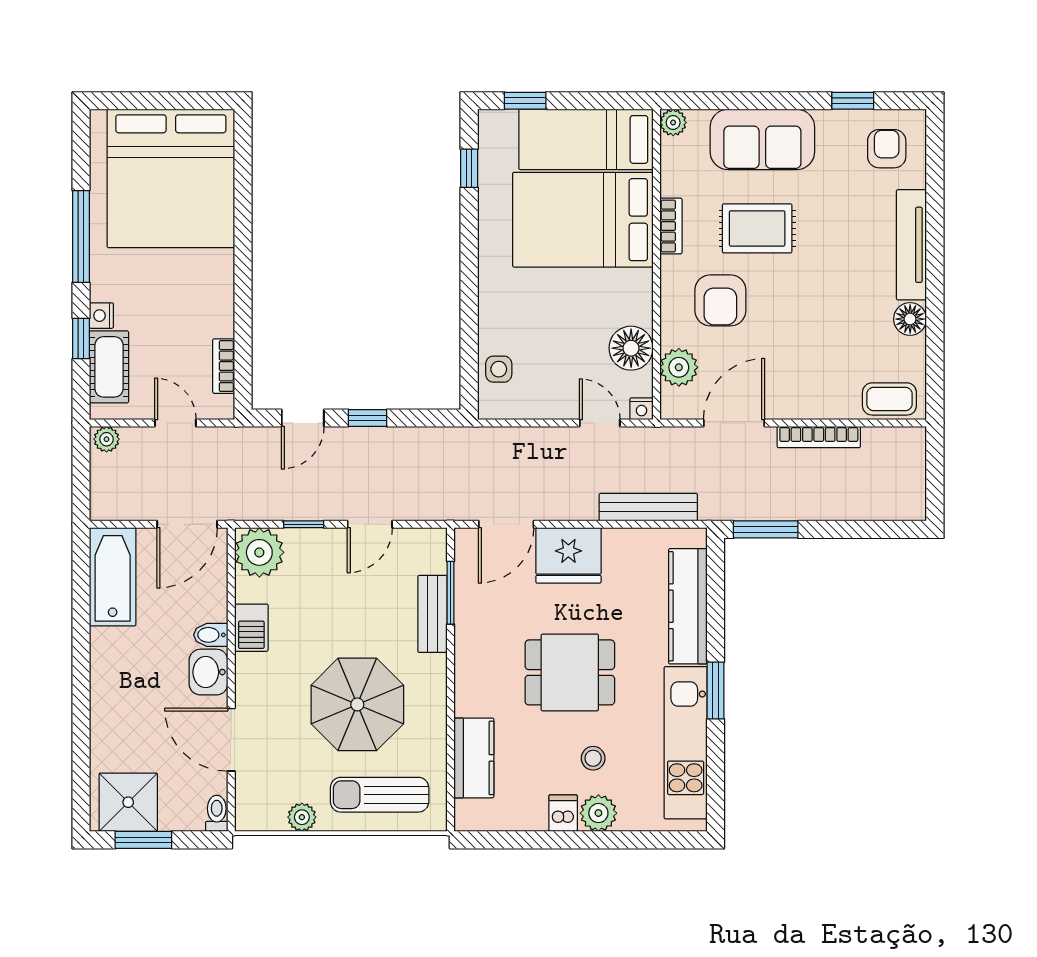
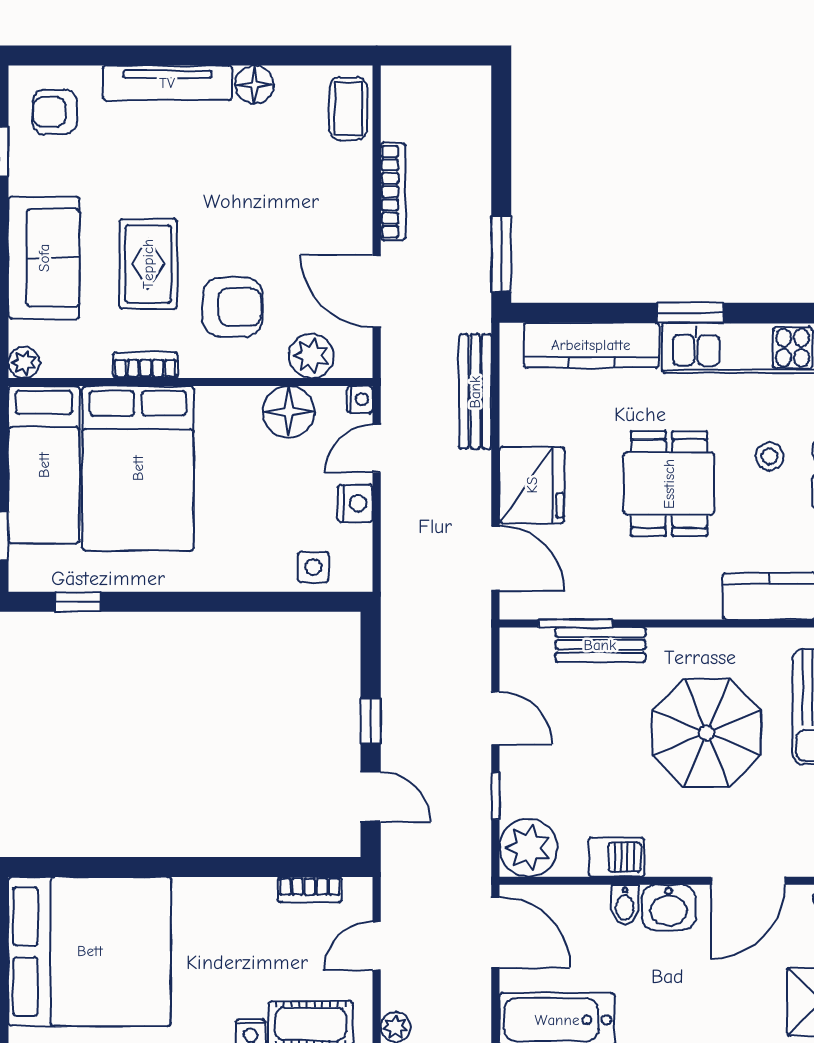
nightstand: (553, 405) -> (355, 503), added

